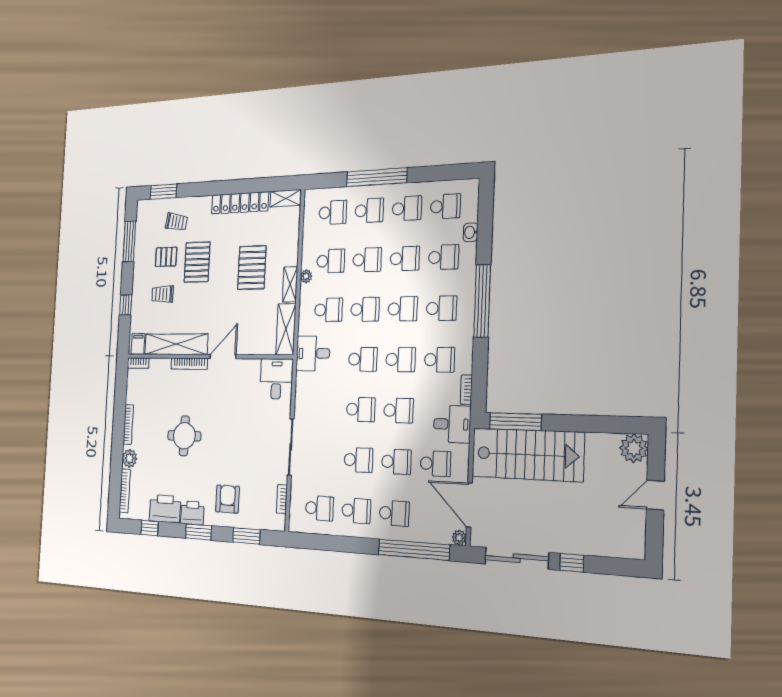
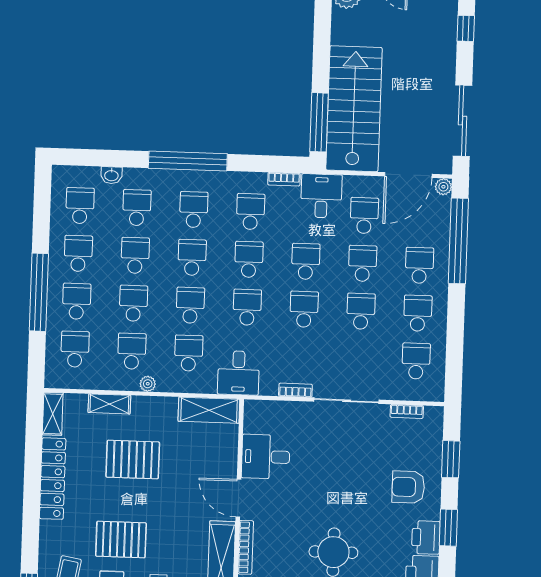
shelving: (290, 284) -> (109, 404), moved
desk: (276, 379) -> (266, 457), moved
bookcase: (299, 403) -> (295, 390), added
window: (572, 563) -> (466, 28), moved

